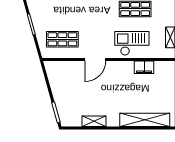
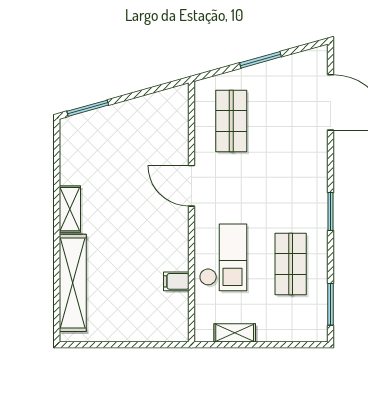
filing cabinet: (144, 67) -> (176, 281), width x0.50
shelving: (94, 121) -> (70, 209), moved

